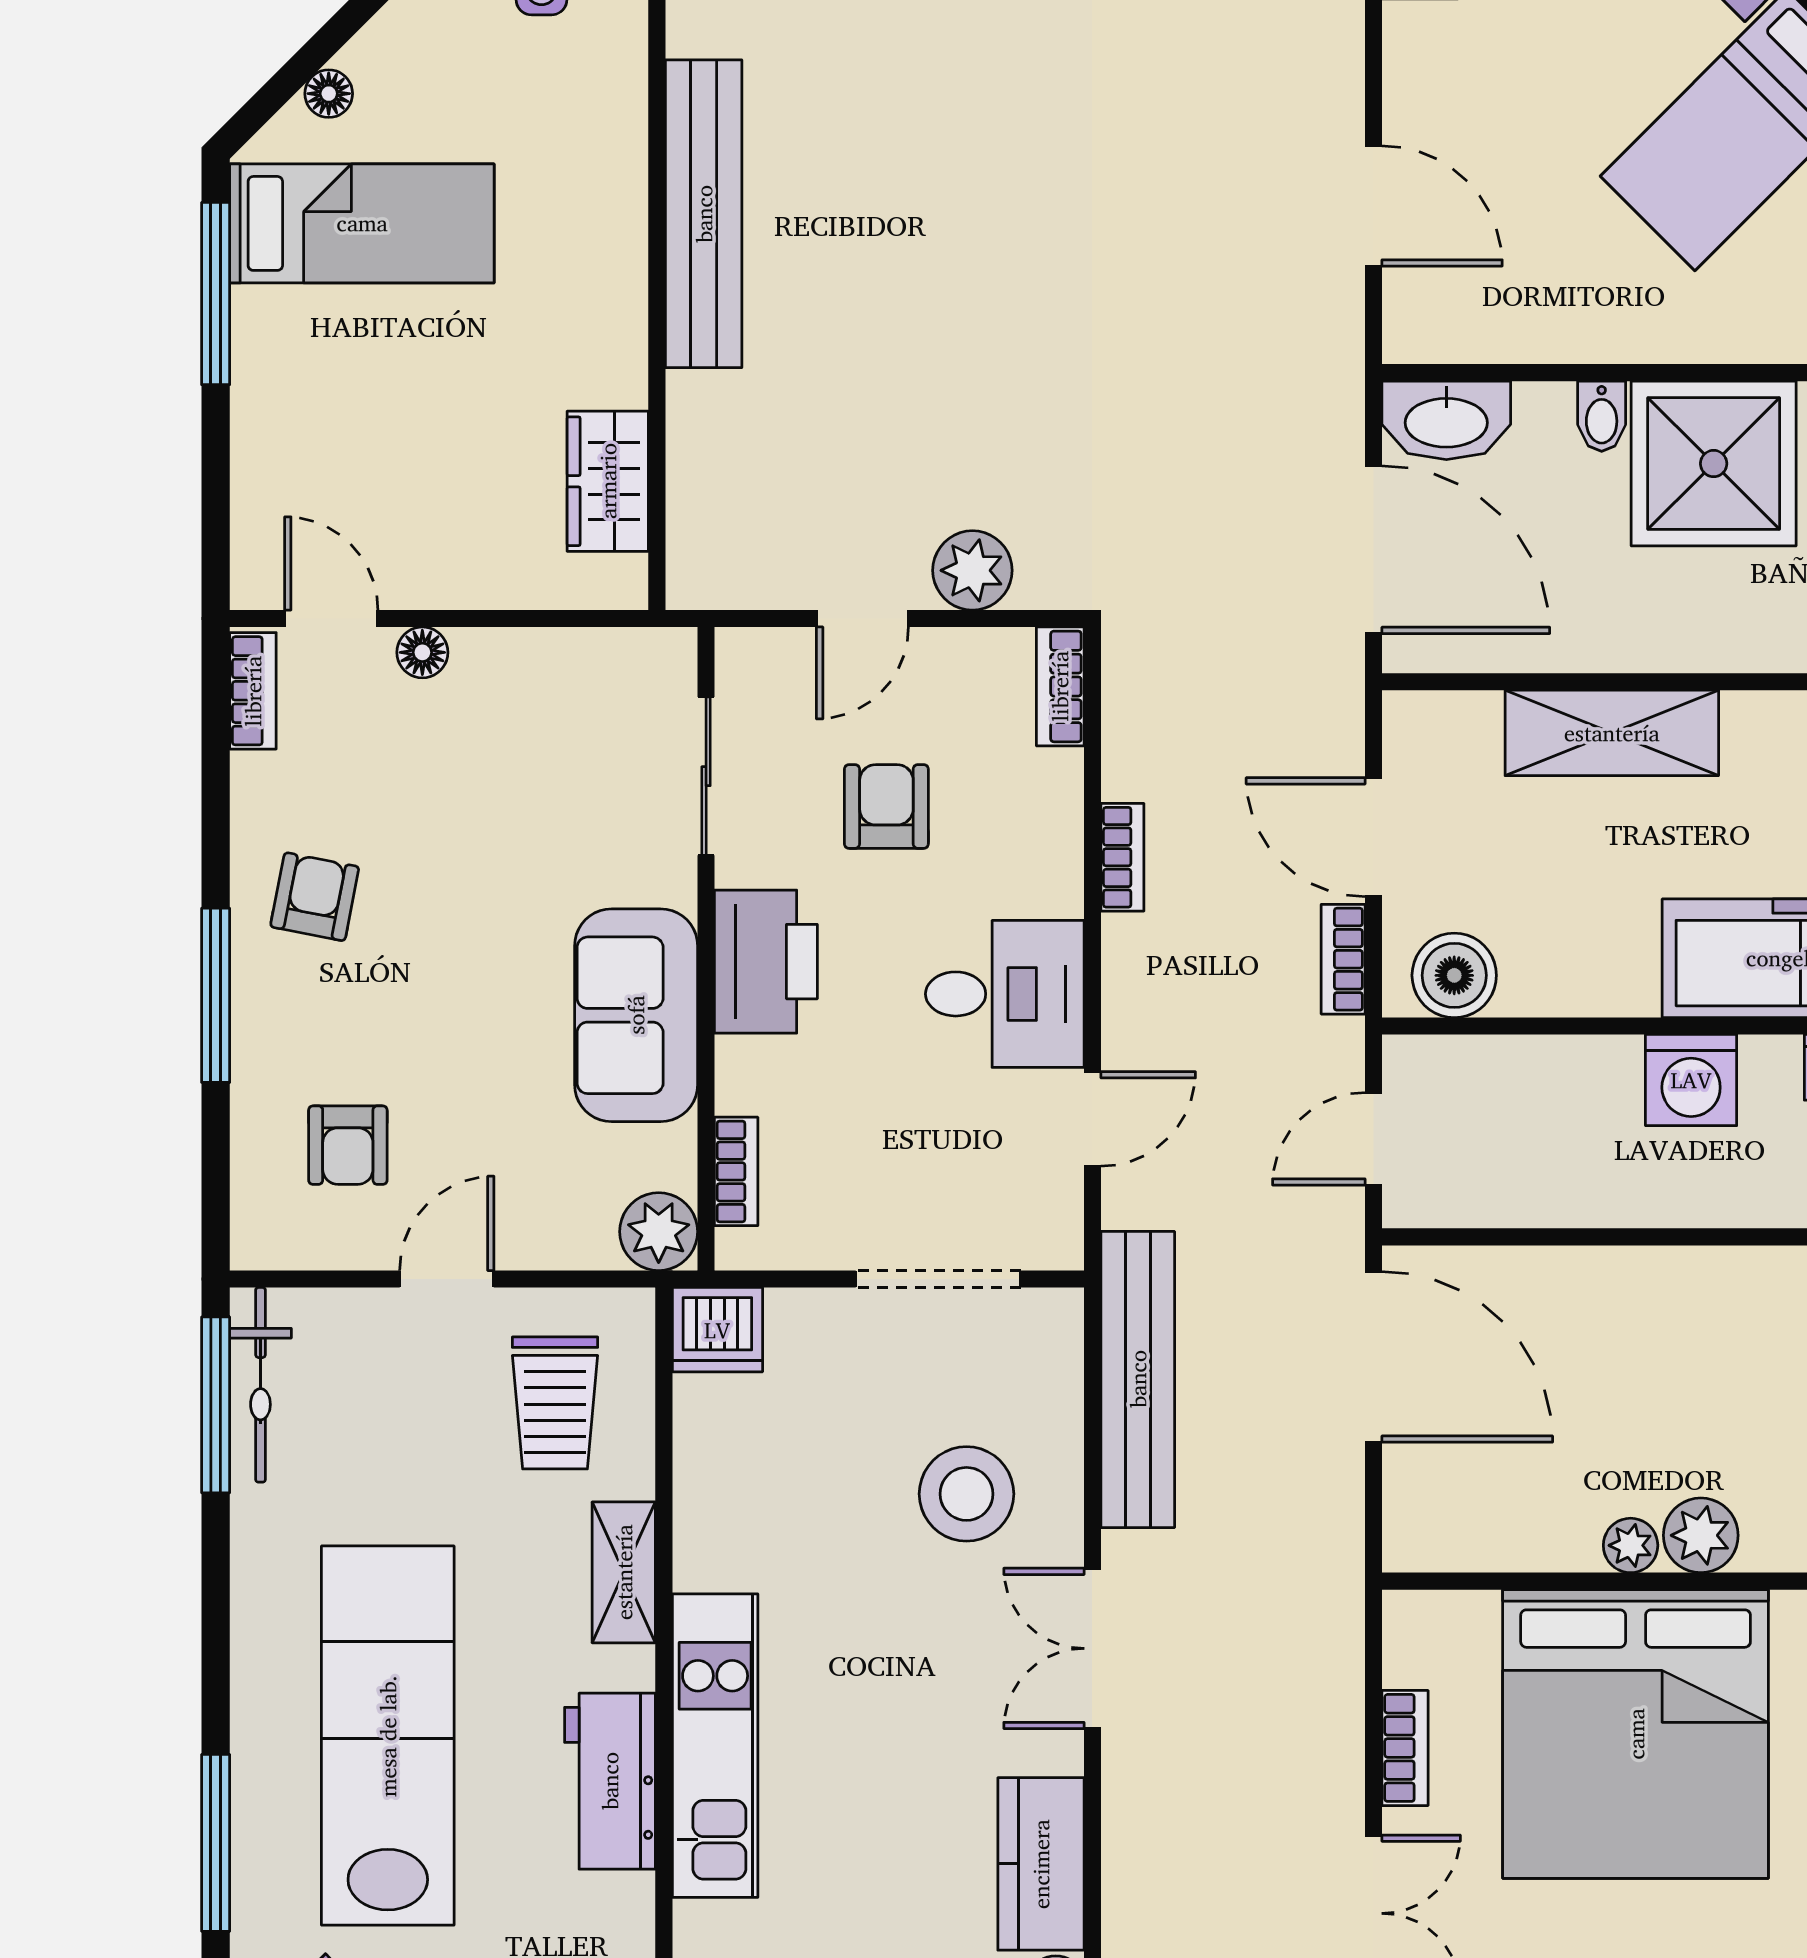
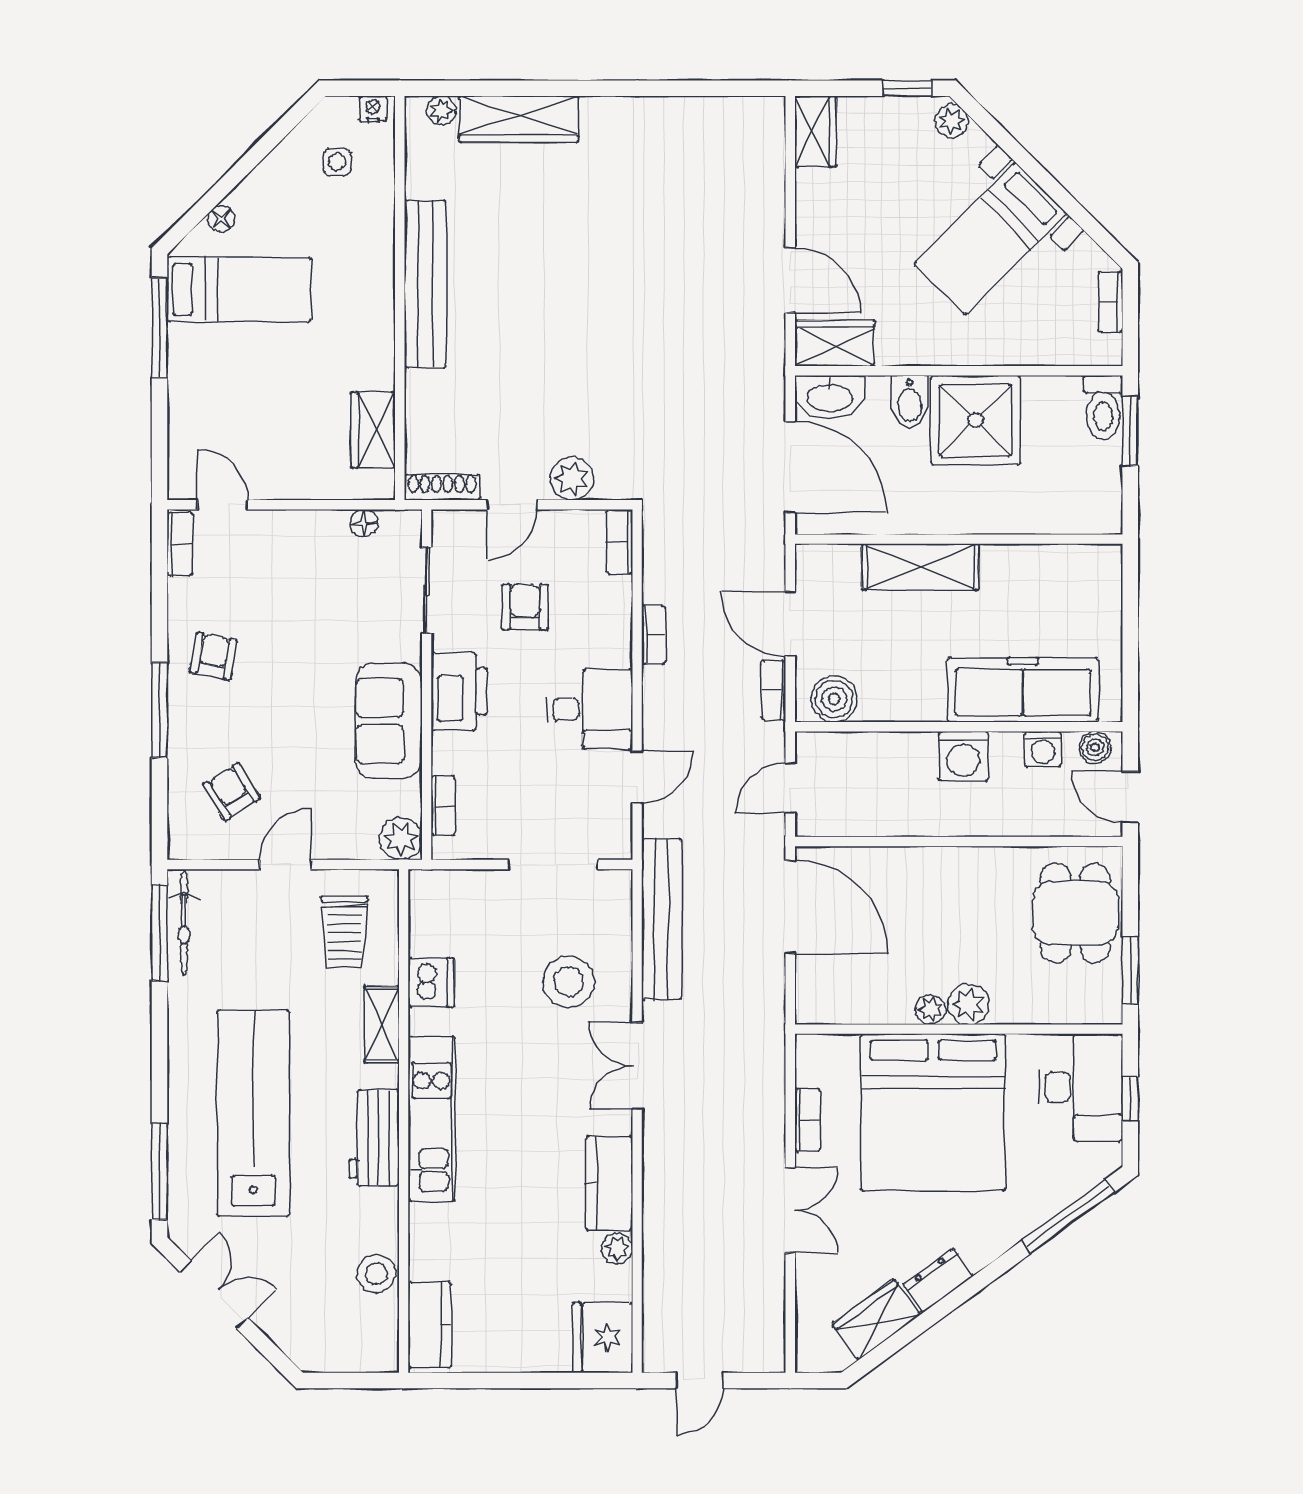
wardrobe: (1455, 322) -> (835, 343), added
bidet: (1602, 416) -> (910, 401), width x1.38, depth x1.36
shoe rack: (734, 587) -> (442, 487), added
floor lamp: (422, 652) -> (364, 523), moved
armchair: (348, 1145) -> (231, 792), turned 148
dishwasher: (717, 1330) -> (431, 982), moved, turned -90

